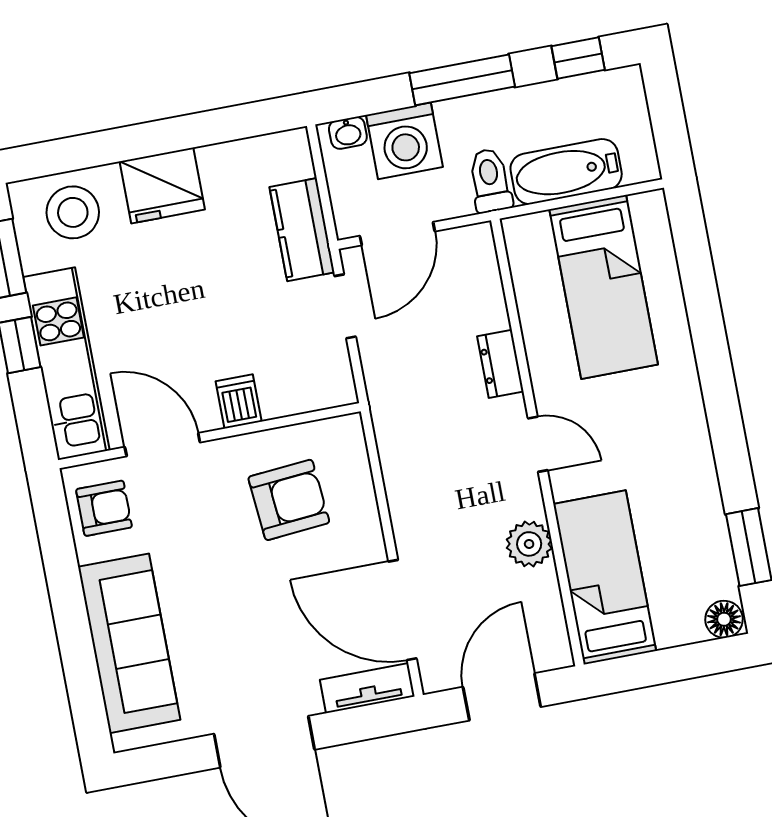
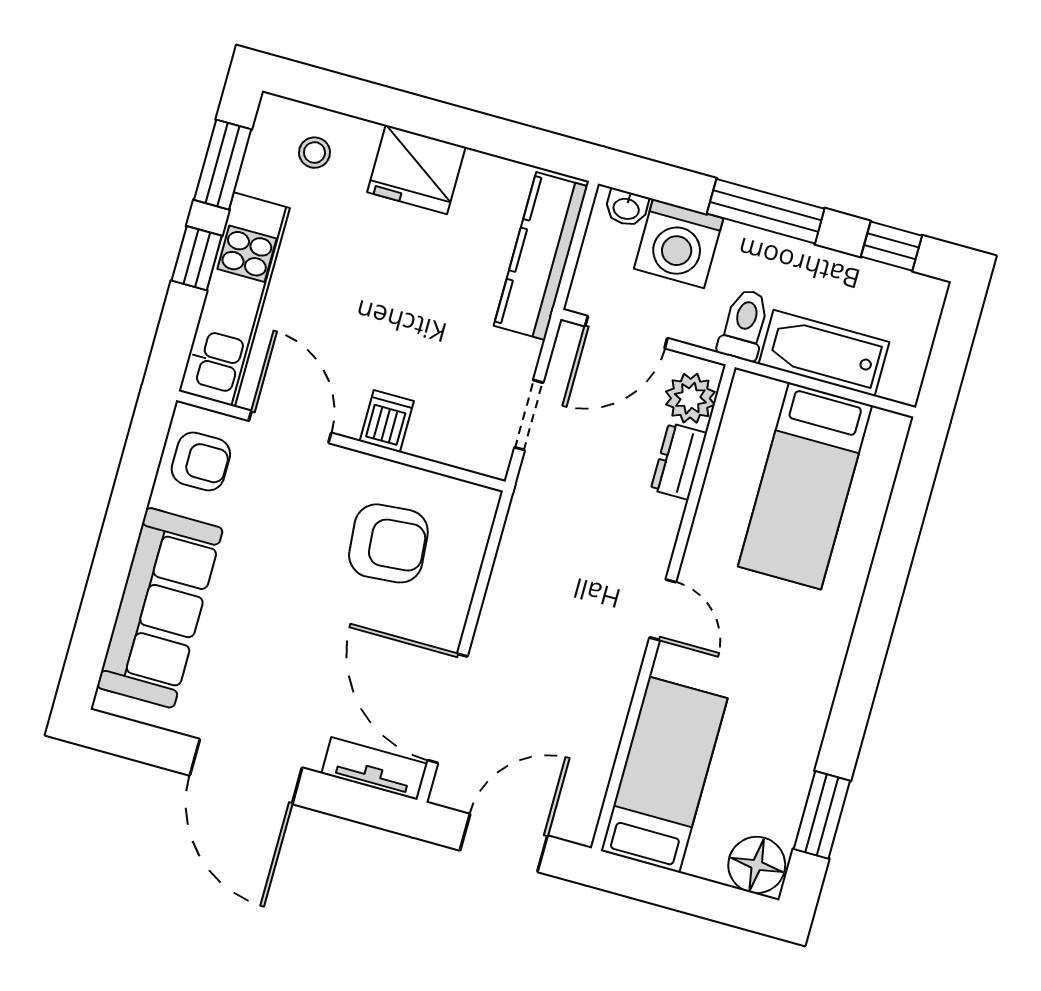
stool: (73, 212) -> (314, 153), width x0.53, depth x0.53
kitchen counter: (302, 230) -> (541, 256), width x1.50
doorway: (345, 306) -> (529, 415), moved
dresser: (500, 364) -> (679, 461), moved
plant: (529, 544) -> (690, 398), moved
floor lamp: (724, 619) -> (757, 865), width x1.38, depth x1.38

